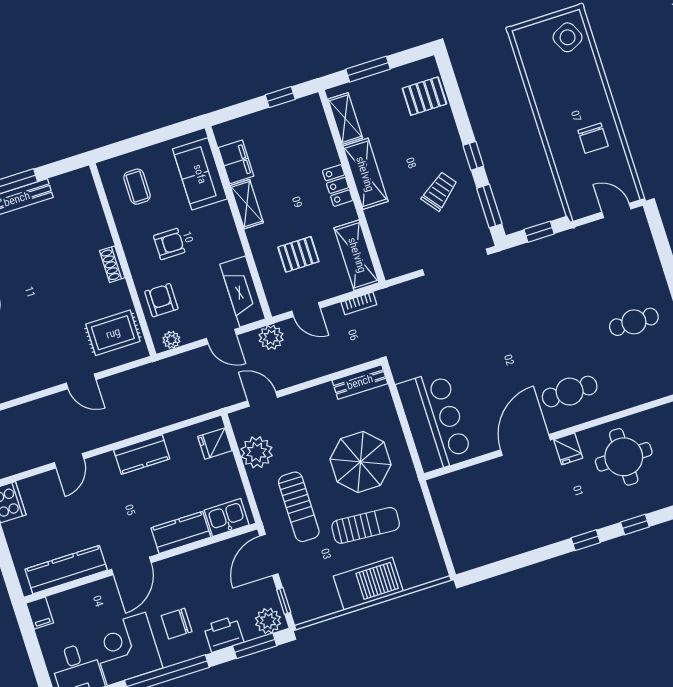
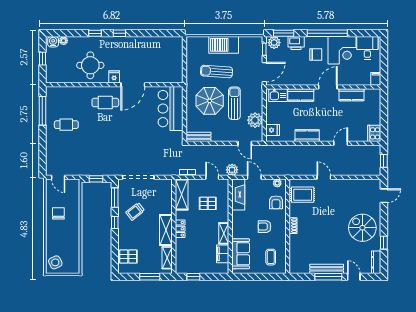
sun lounger: (299, 507) -> (234, 103), moved
kitchen counter: (66, 570) -> (352, 95), width x0.67

